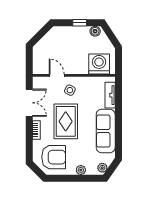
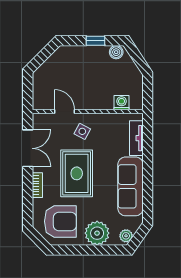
washing machine: (99, 64) -> (122, 103), width x0.53, depth x0.53
plant: (81, 170) -> (97, 233), width x1.87, depth x1.87

